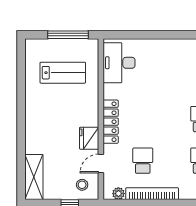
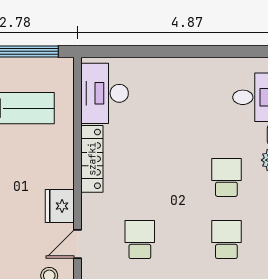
locker: (111, 122) -> (92, 159), moved

